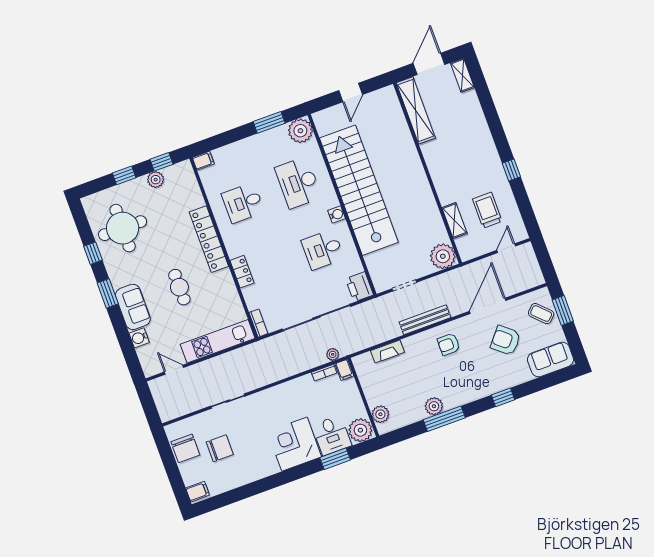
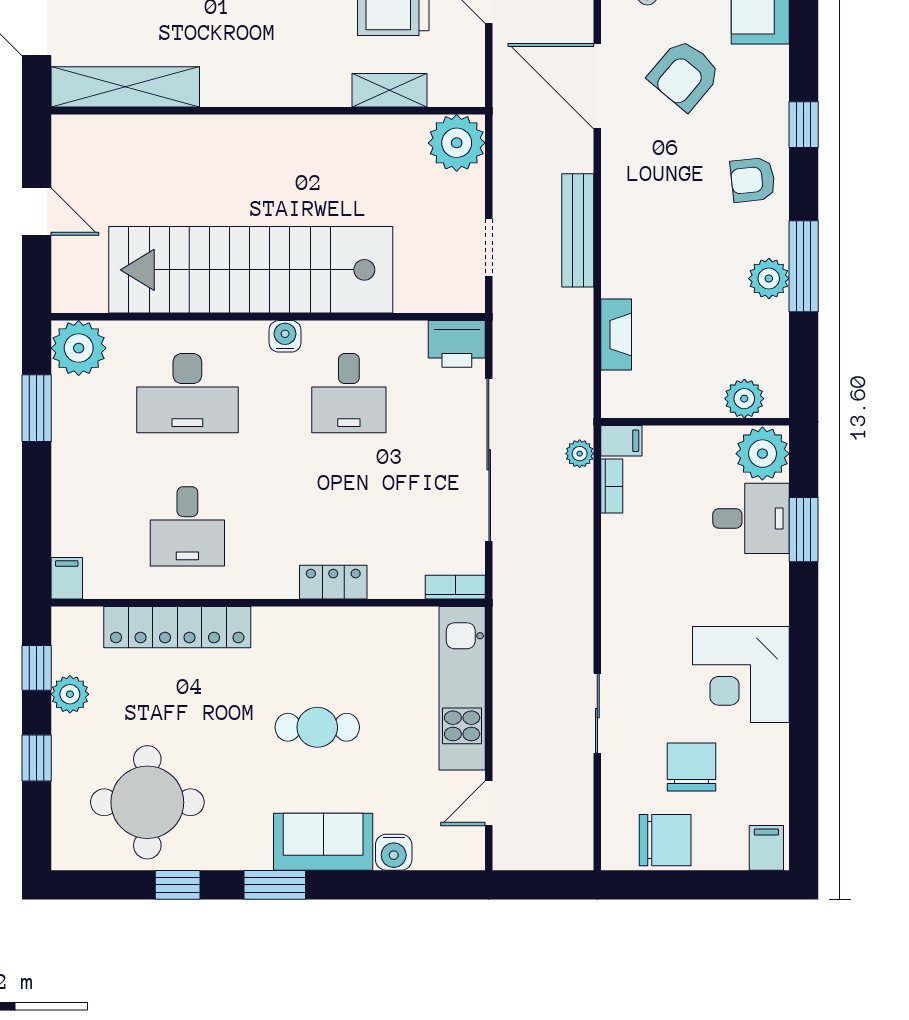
locker: (209, 239) -> (177, 627), moved
armchair: (449, 344) -> (753, 180), moved, turned 84
corner desk: (294, 444) -> (741, 674), moved

